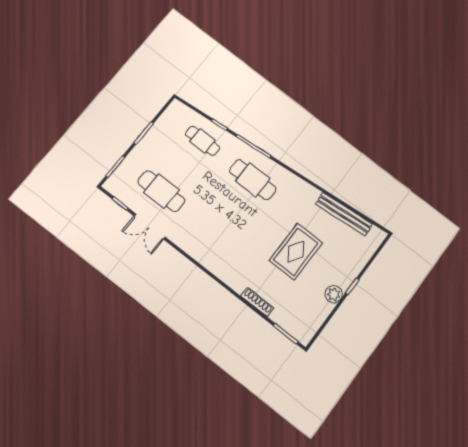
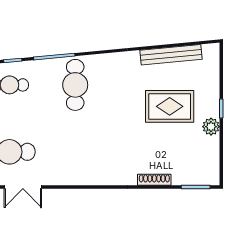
cafe table: (253, 180) -> (75, 85), turned 90
rug: (296, 252) -> (170, 106), moved, turned 90

